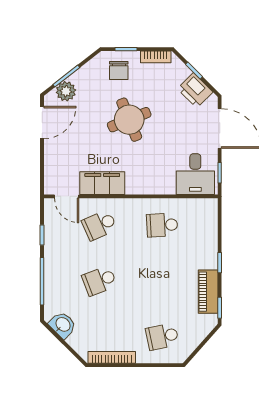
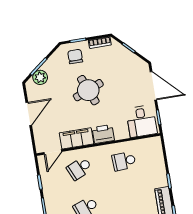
chair: (119, 70) -> (75, 57), turned 180
printer: (195, 90) -> (103, 134), moved, turned 135
door: (42, 123) -> (29, 114), moved
door: (67, 196) -> (53, 152), hinge flipped

